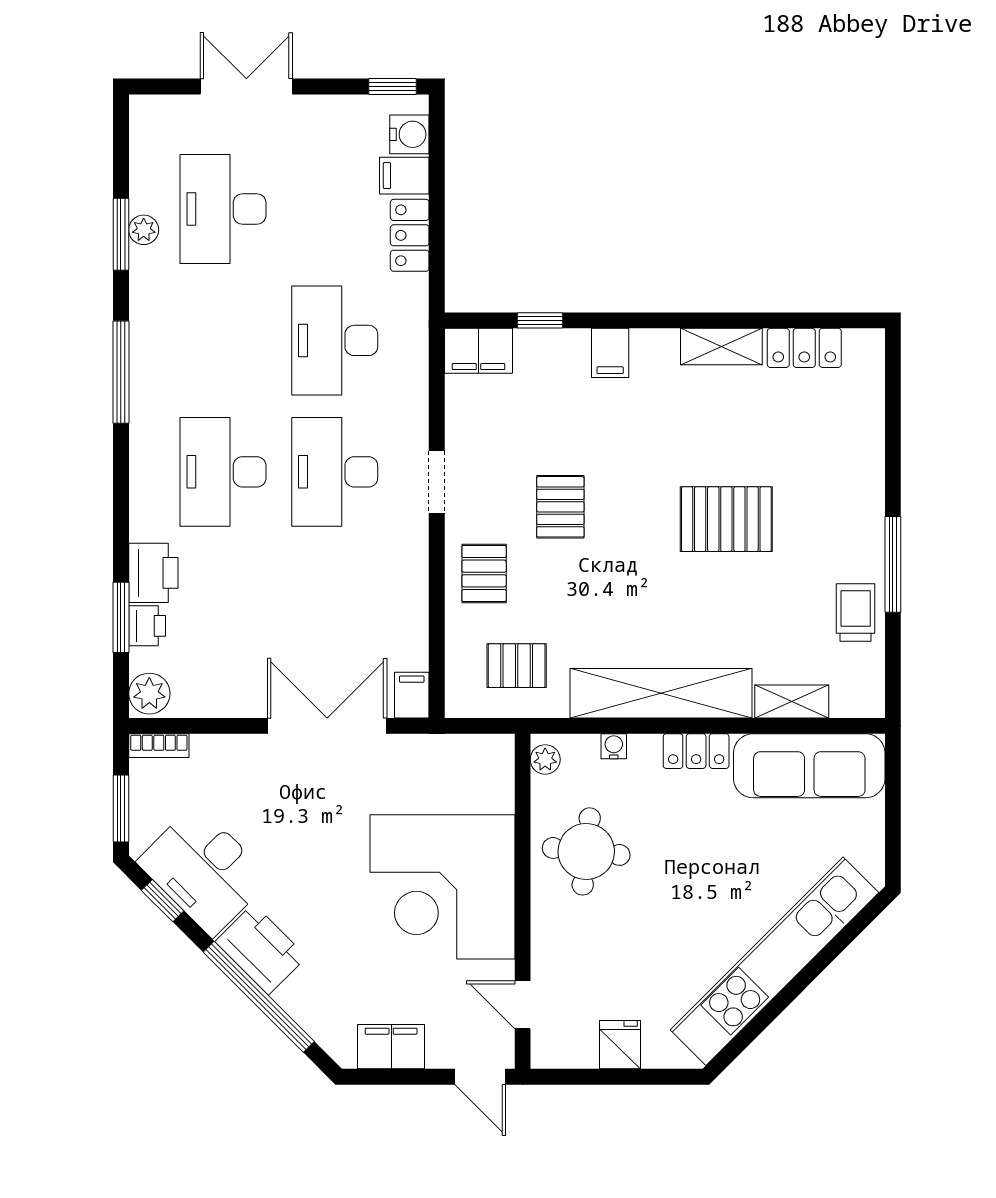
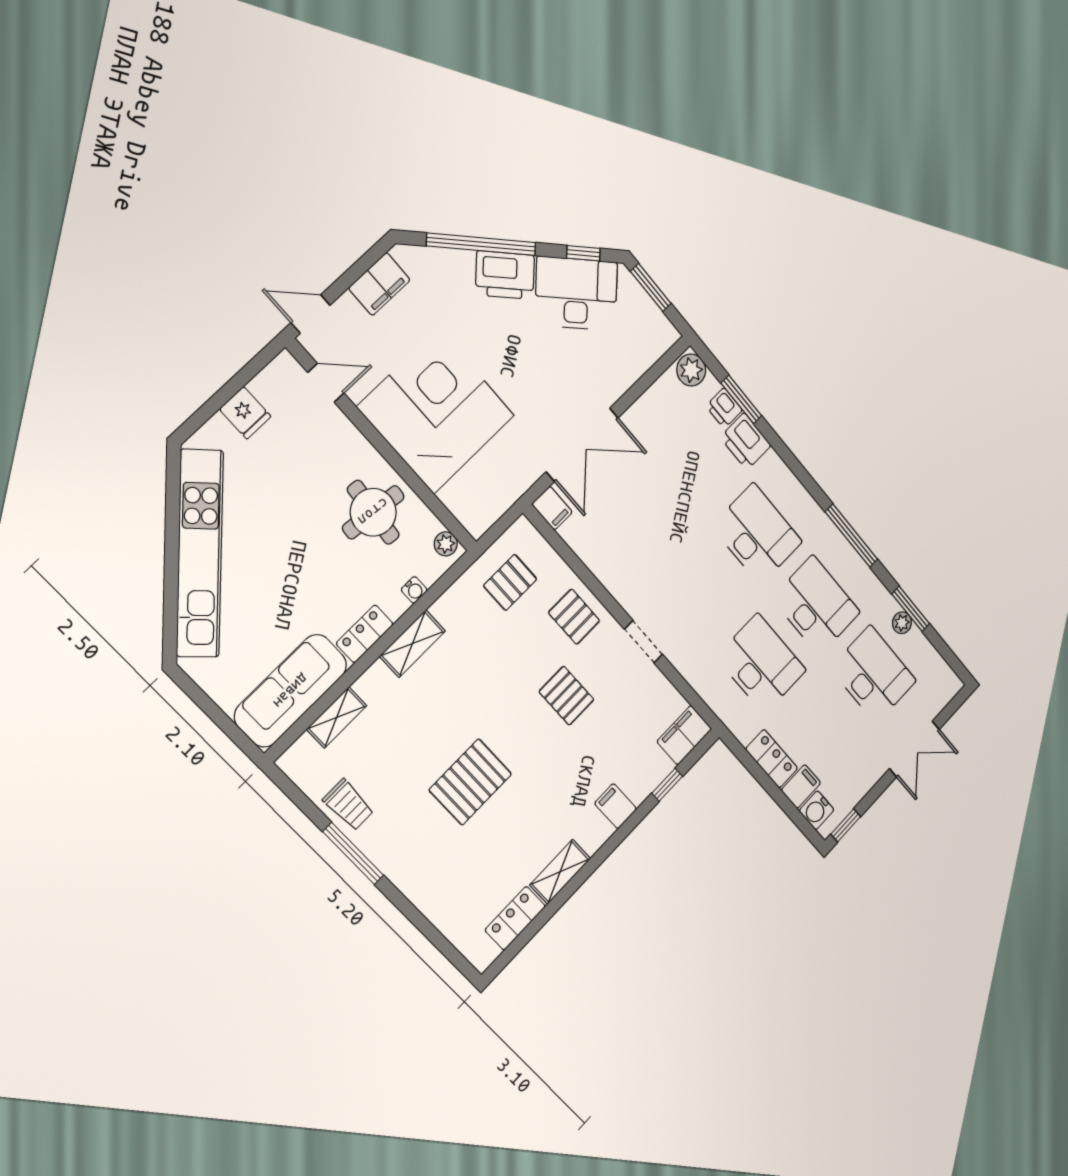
desk: (335, 472) -> (816, 605), moved
shelving: (661, 693) -> (412, 644), width x0.45, depth x0.75
bookcase: (159, 746) -> (661, 344), removed

